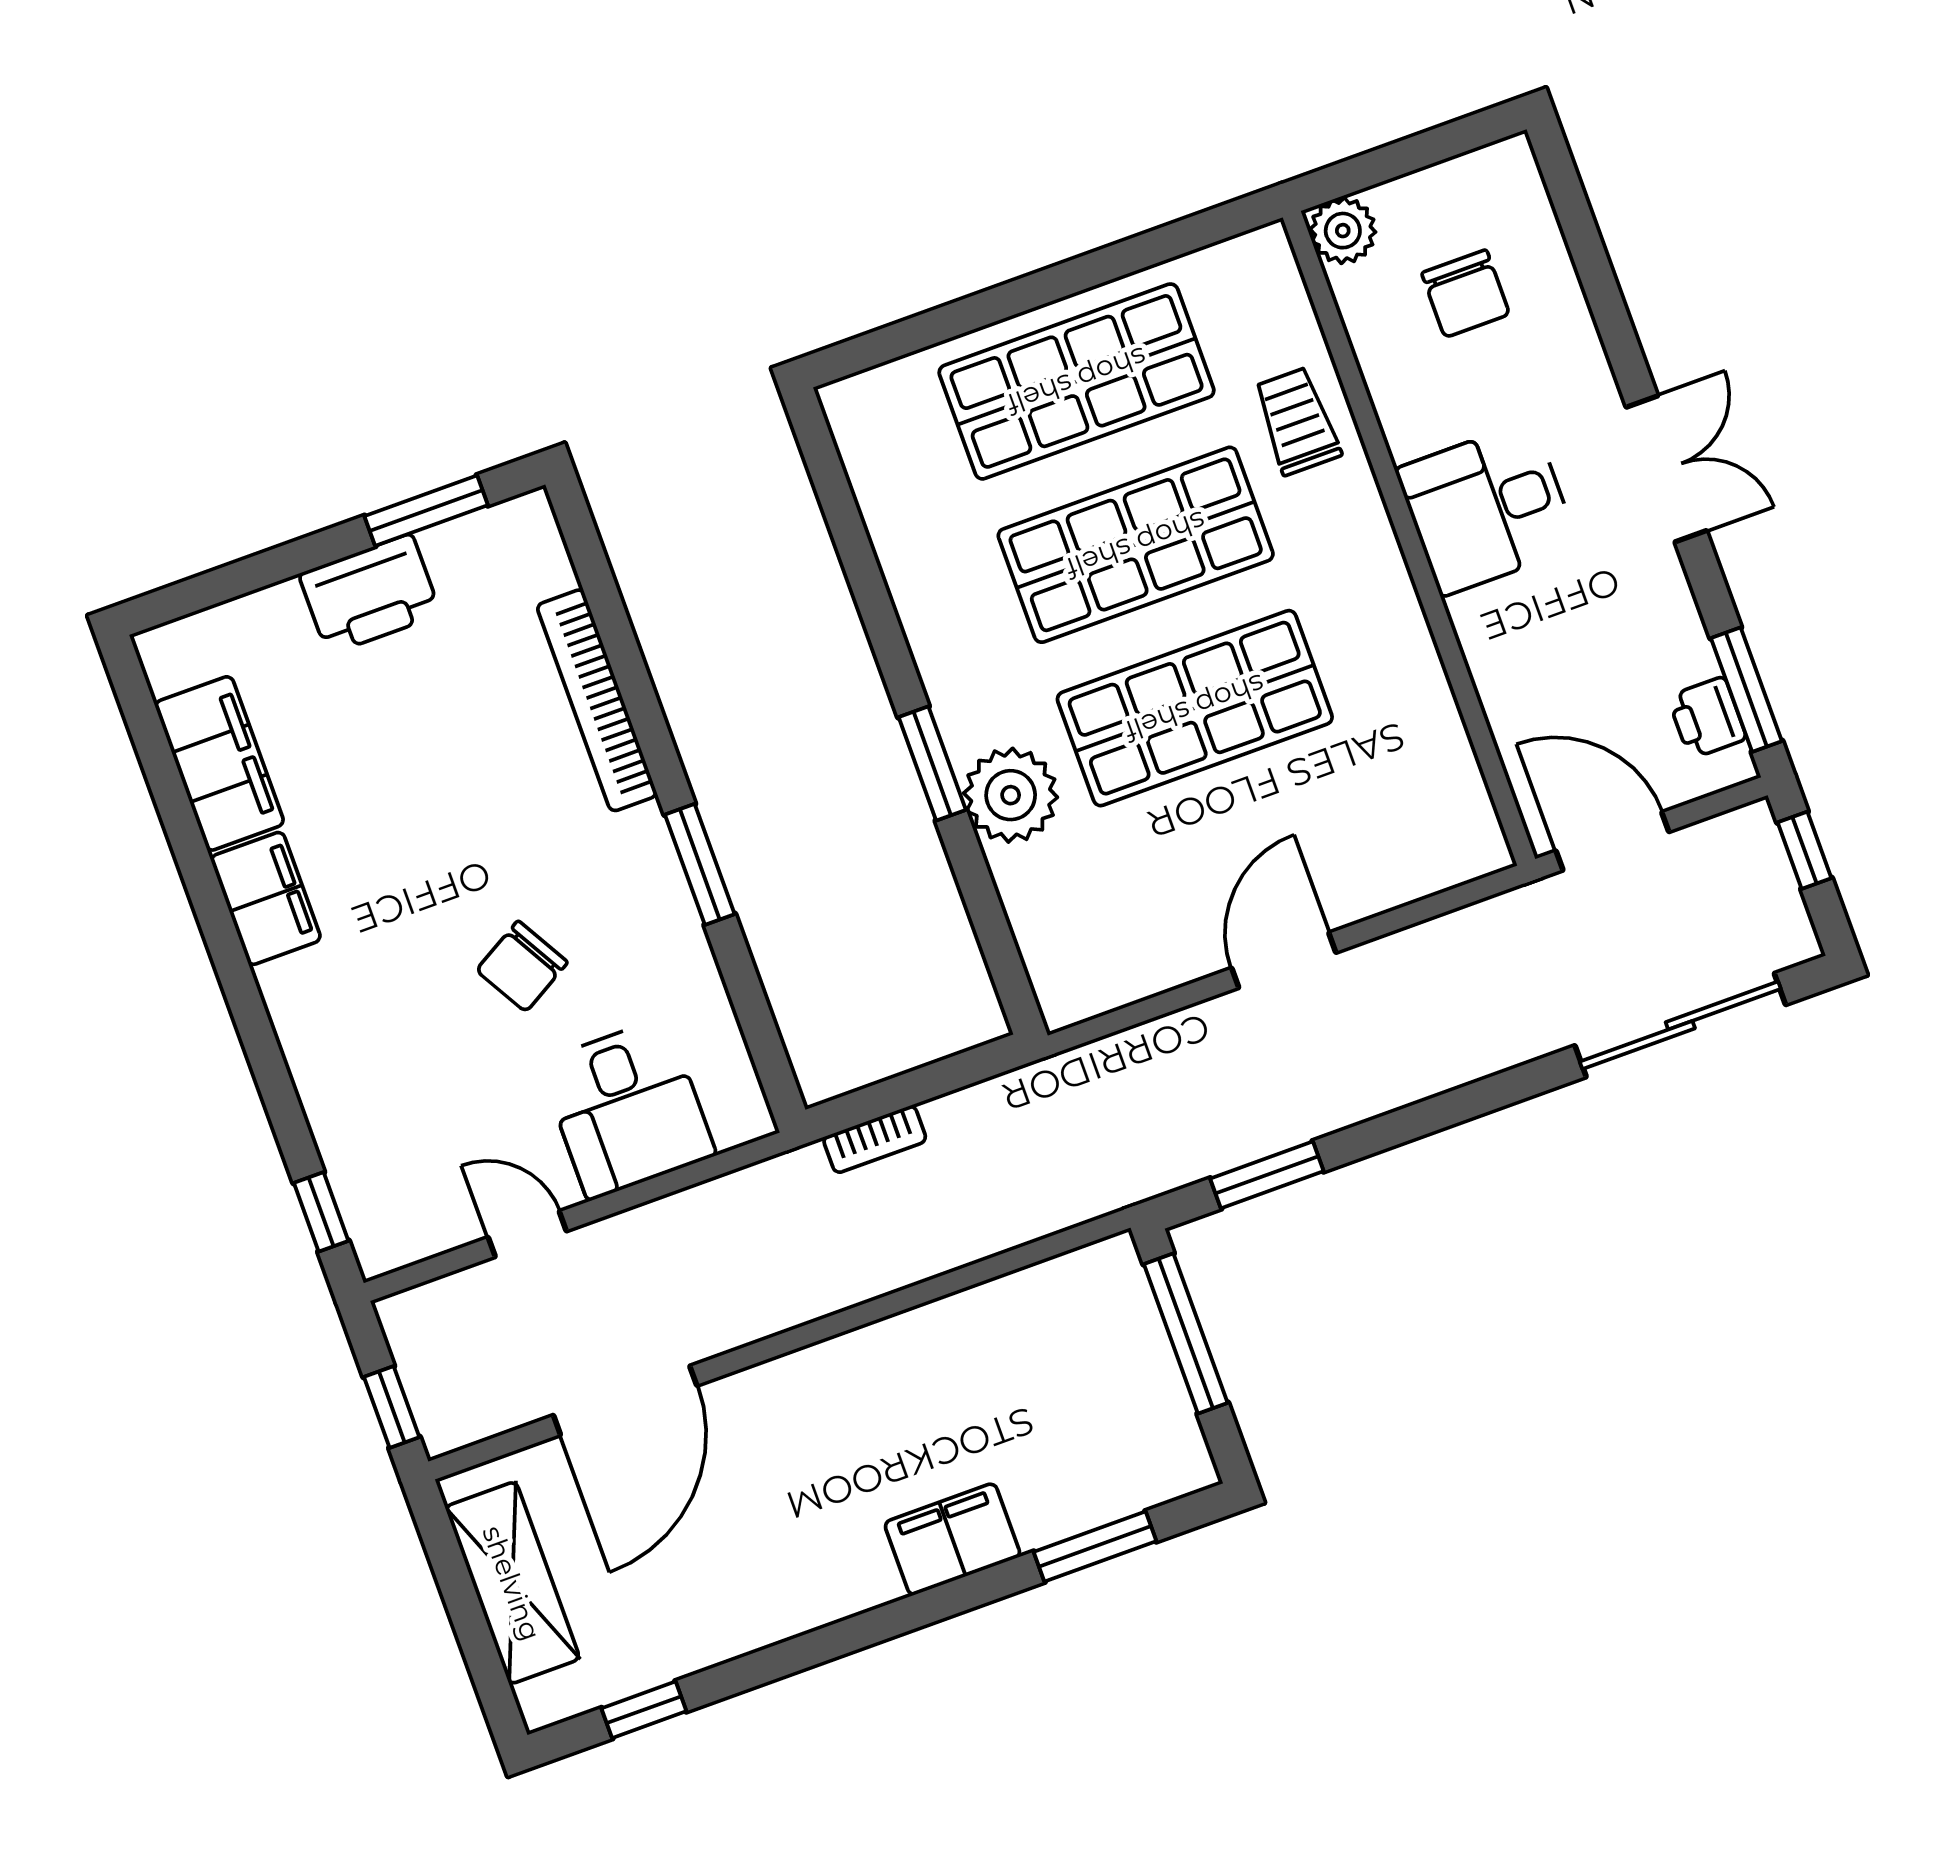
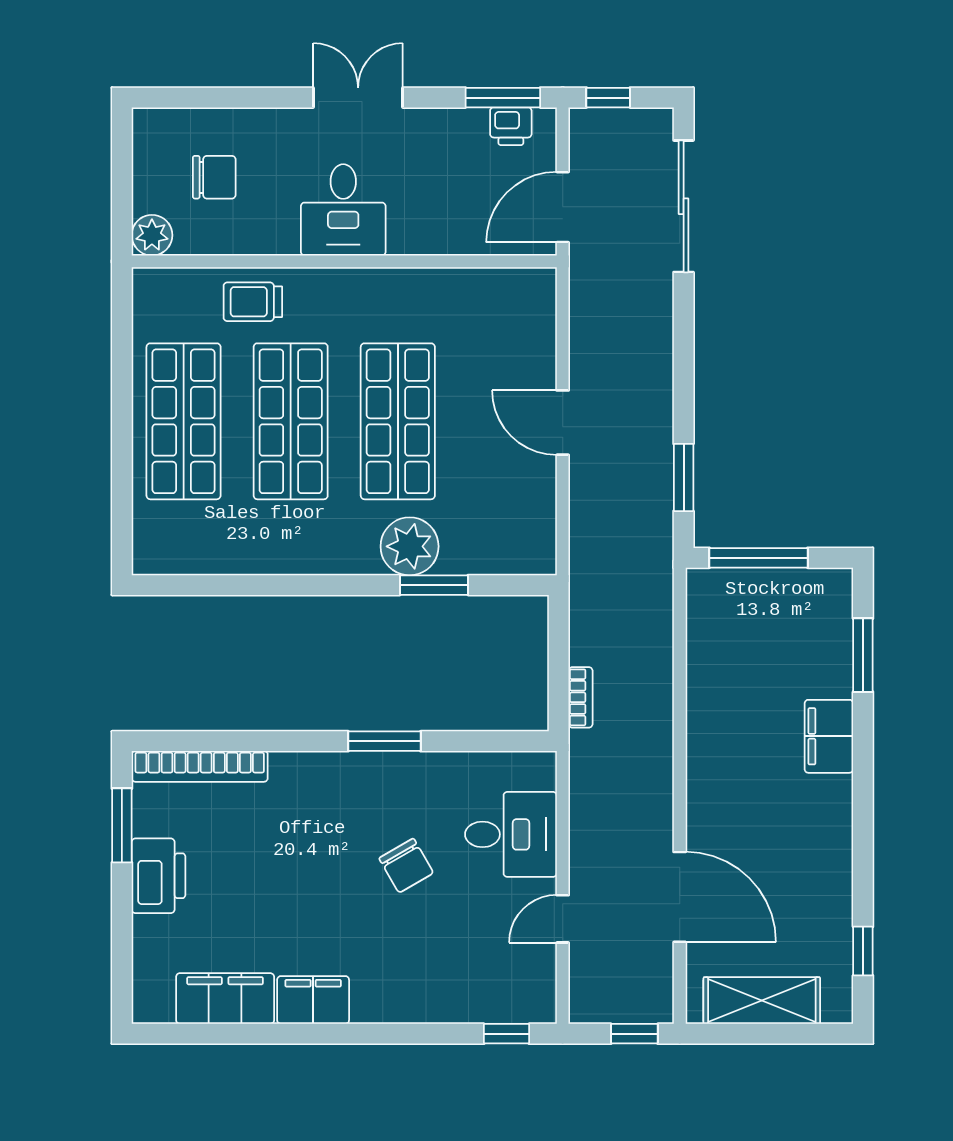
bookcase: (597, 700) -> (200, 766), moved
window: (932, 763) -> (434, 585), moved

